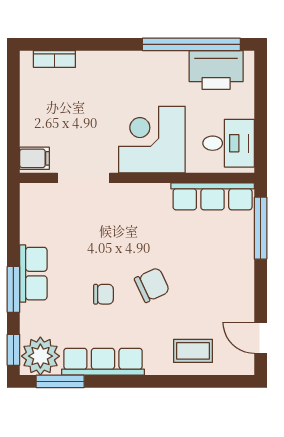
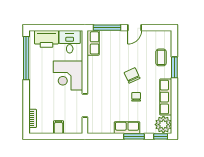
printer: (216, 70) -> (46, 39), moved, turned 90
filing cabinet: (34, 158) -> (59, 127), moved
row of seats: (213, 196) -> (93, 43), width x0.68
door: (261, 338) -> (135, 28), moved
window: (60, 381) -> (174, 67), moved

